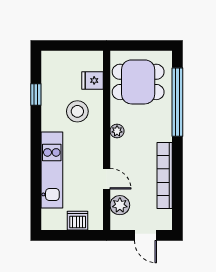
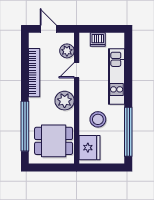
fridge: (93, 80) -> (89, 148), width x1.88, depth x1.34
window: (36, 95) -> (128, 132), width x3.17
plant: (117, 131) -> (65, 101), width x1.88, depth x1.88
door: (107, 179) -> (77, 70), hinge flipped

